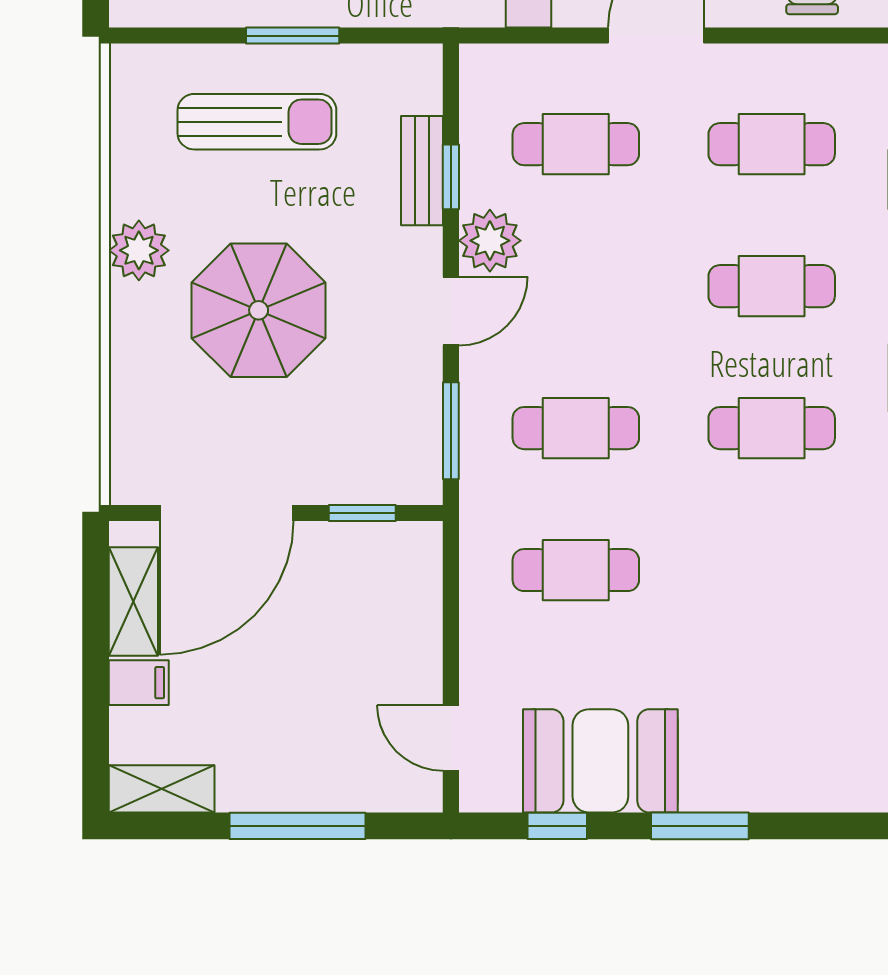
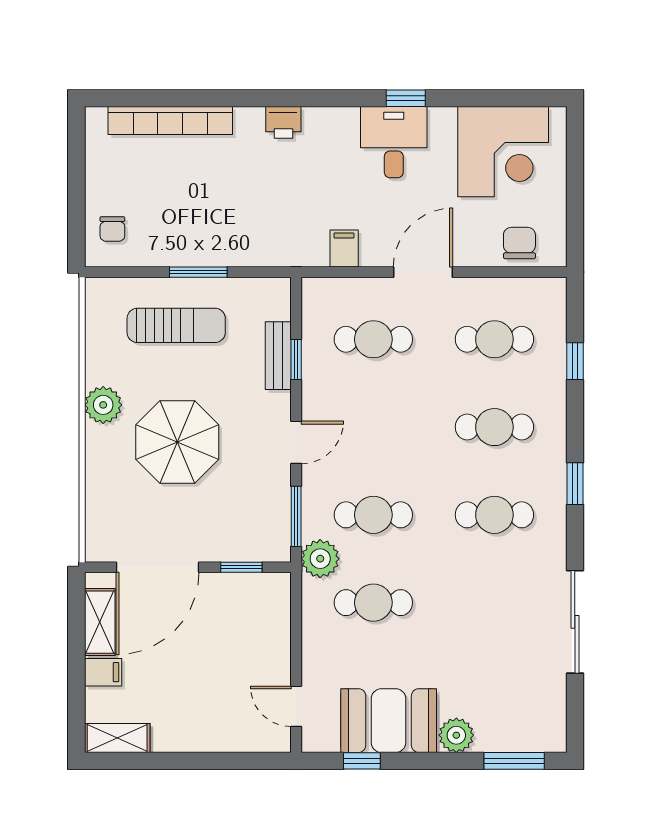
plant: (490, 241) -> (320, 559), moved
plant: (710, 785) -> (456, 735), added
window: (298, 826) -> (201, 761), removed
window: (700, 826) -> (514, 761), moved

